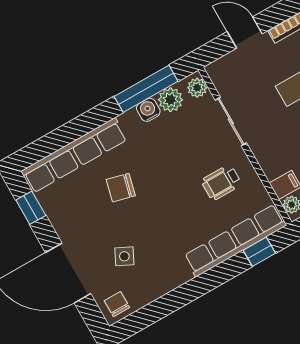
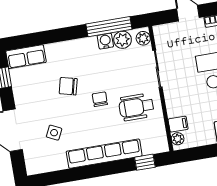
row of seats: (74, 155) -> (26, 57), width x0.50
wheelchair: (221, 182) -> (136, 107), width x1.36, depth x1.37
row of seats: (235, 241) -> (104, 154), moved
chair: (117, 304) -> (100, 99), moved

